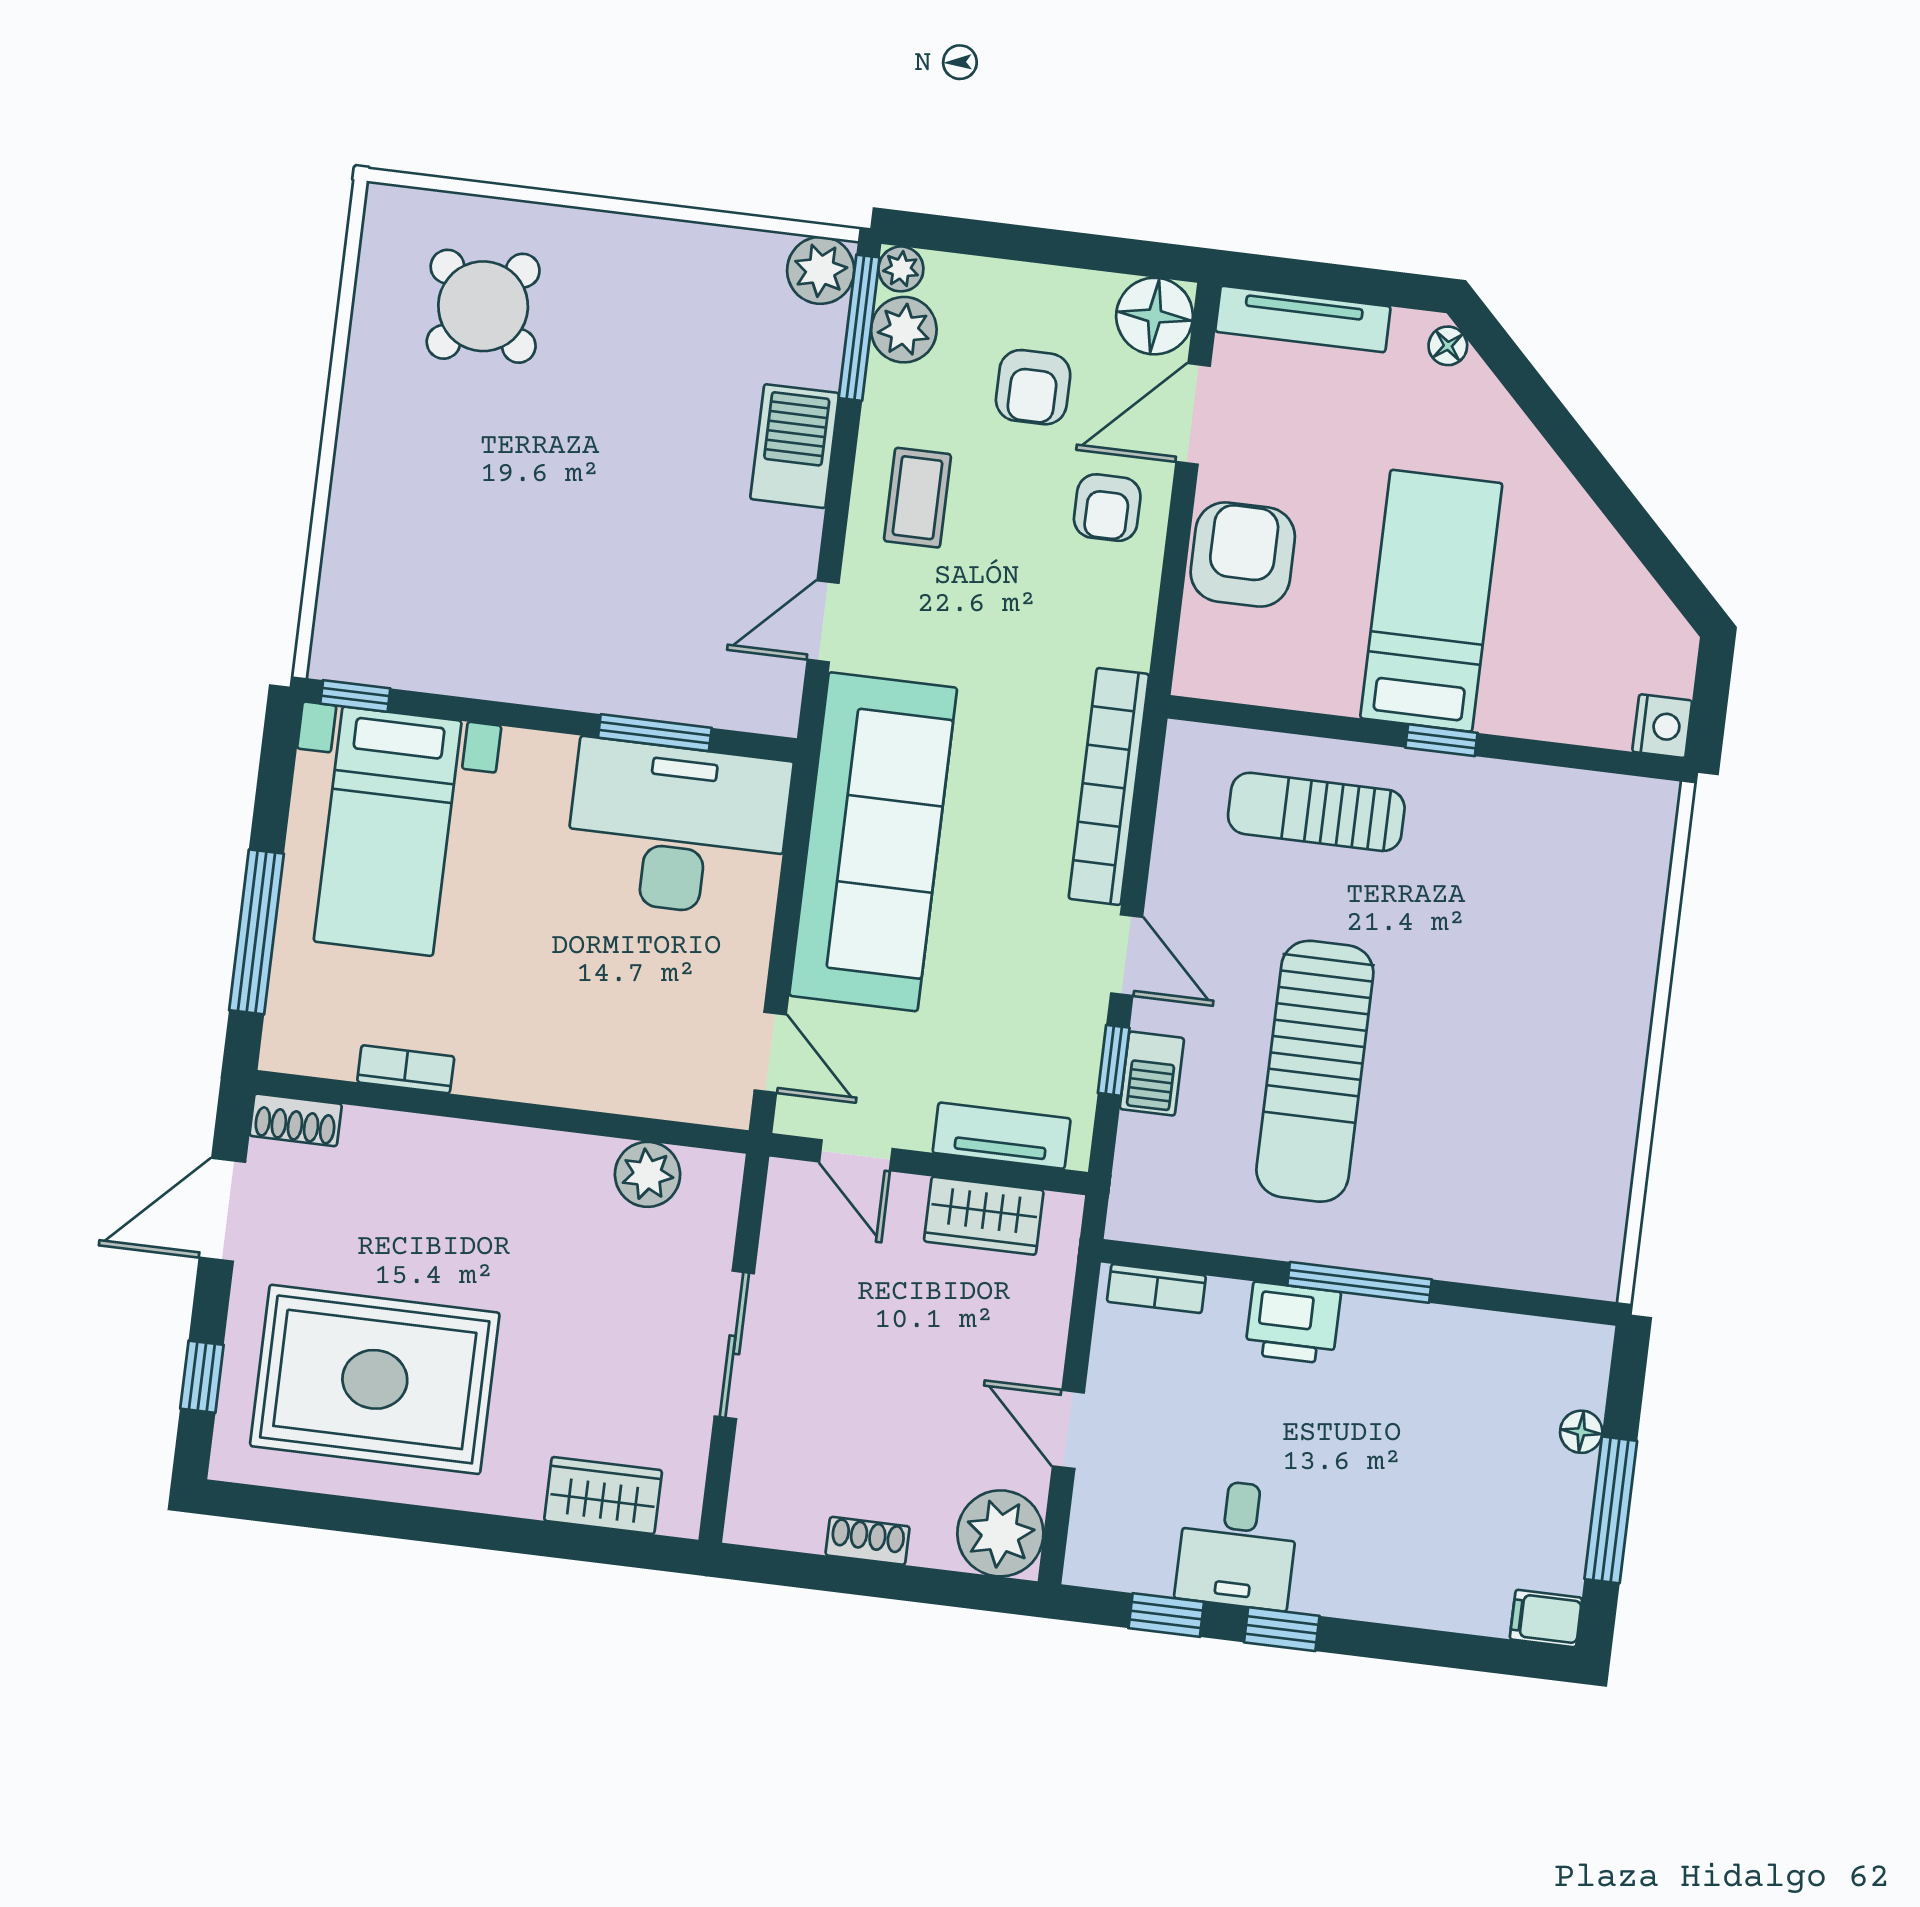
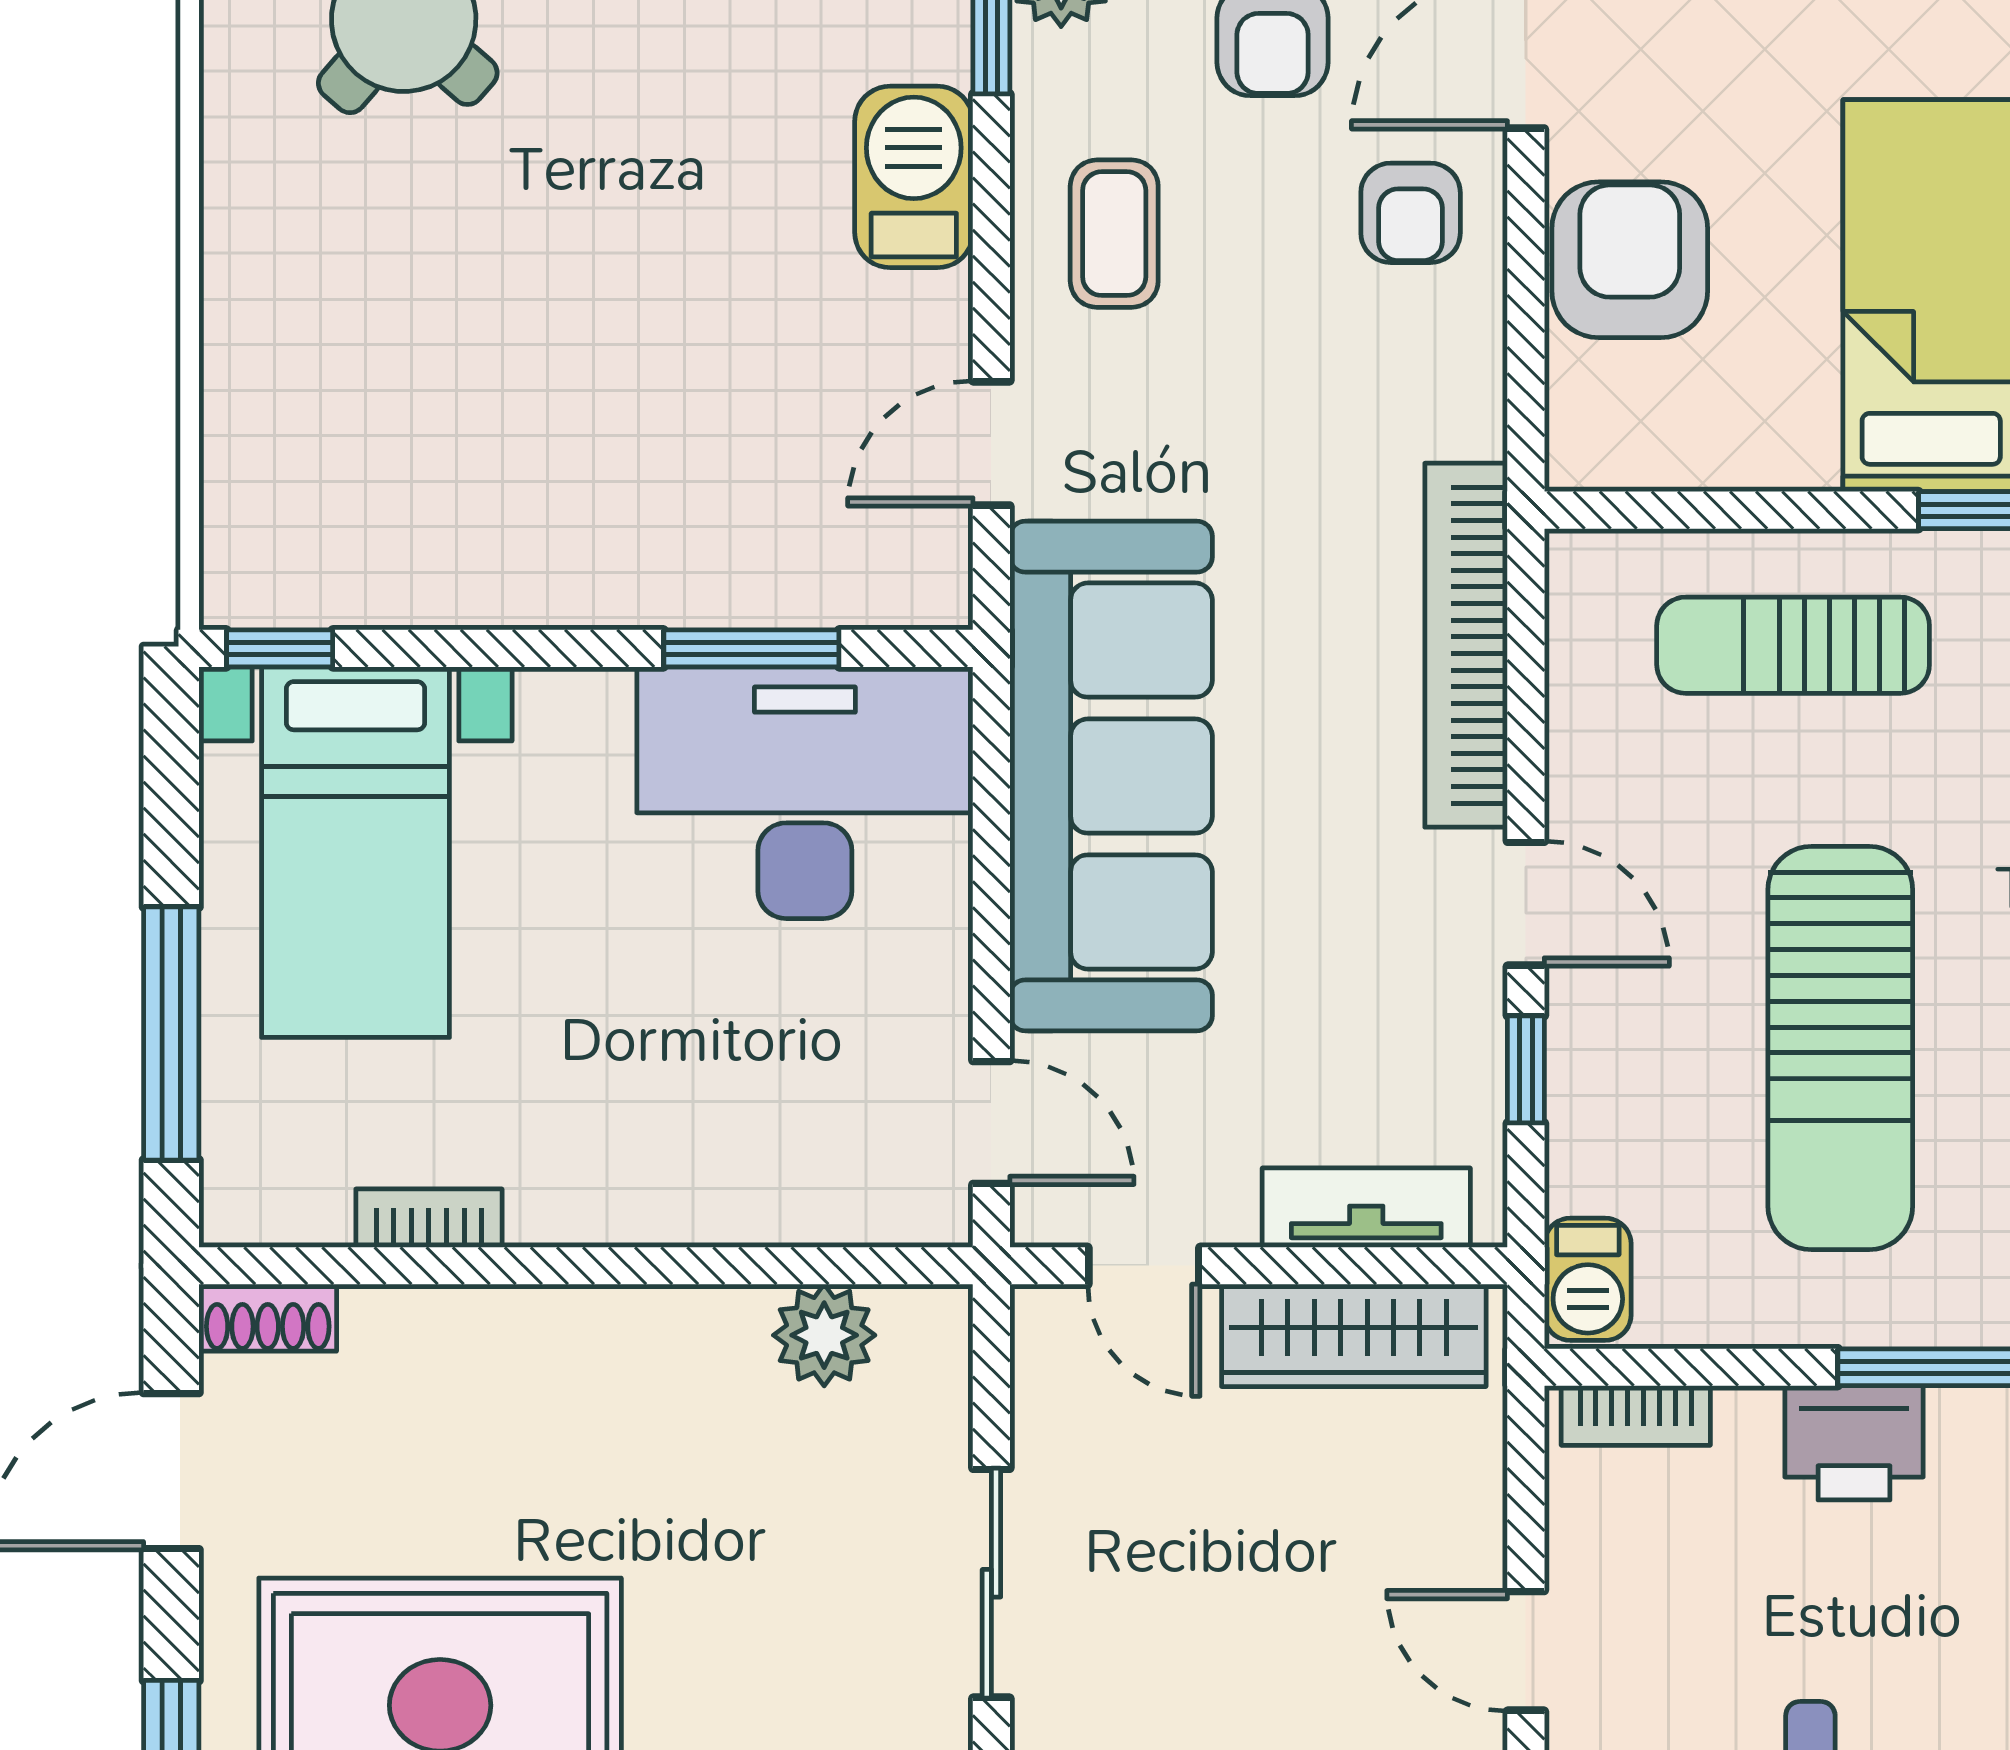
barbecue: (1152, 1074) -> (1588, 1279), moved
wardrobe: (984, 1216) -> (1354, 1335), width x1.50

